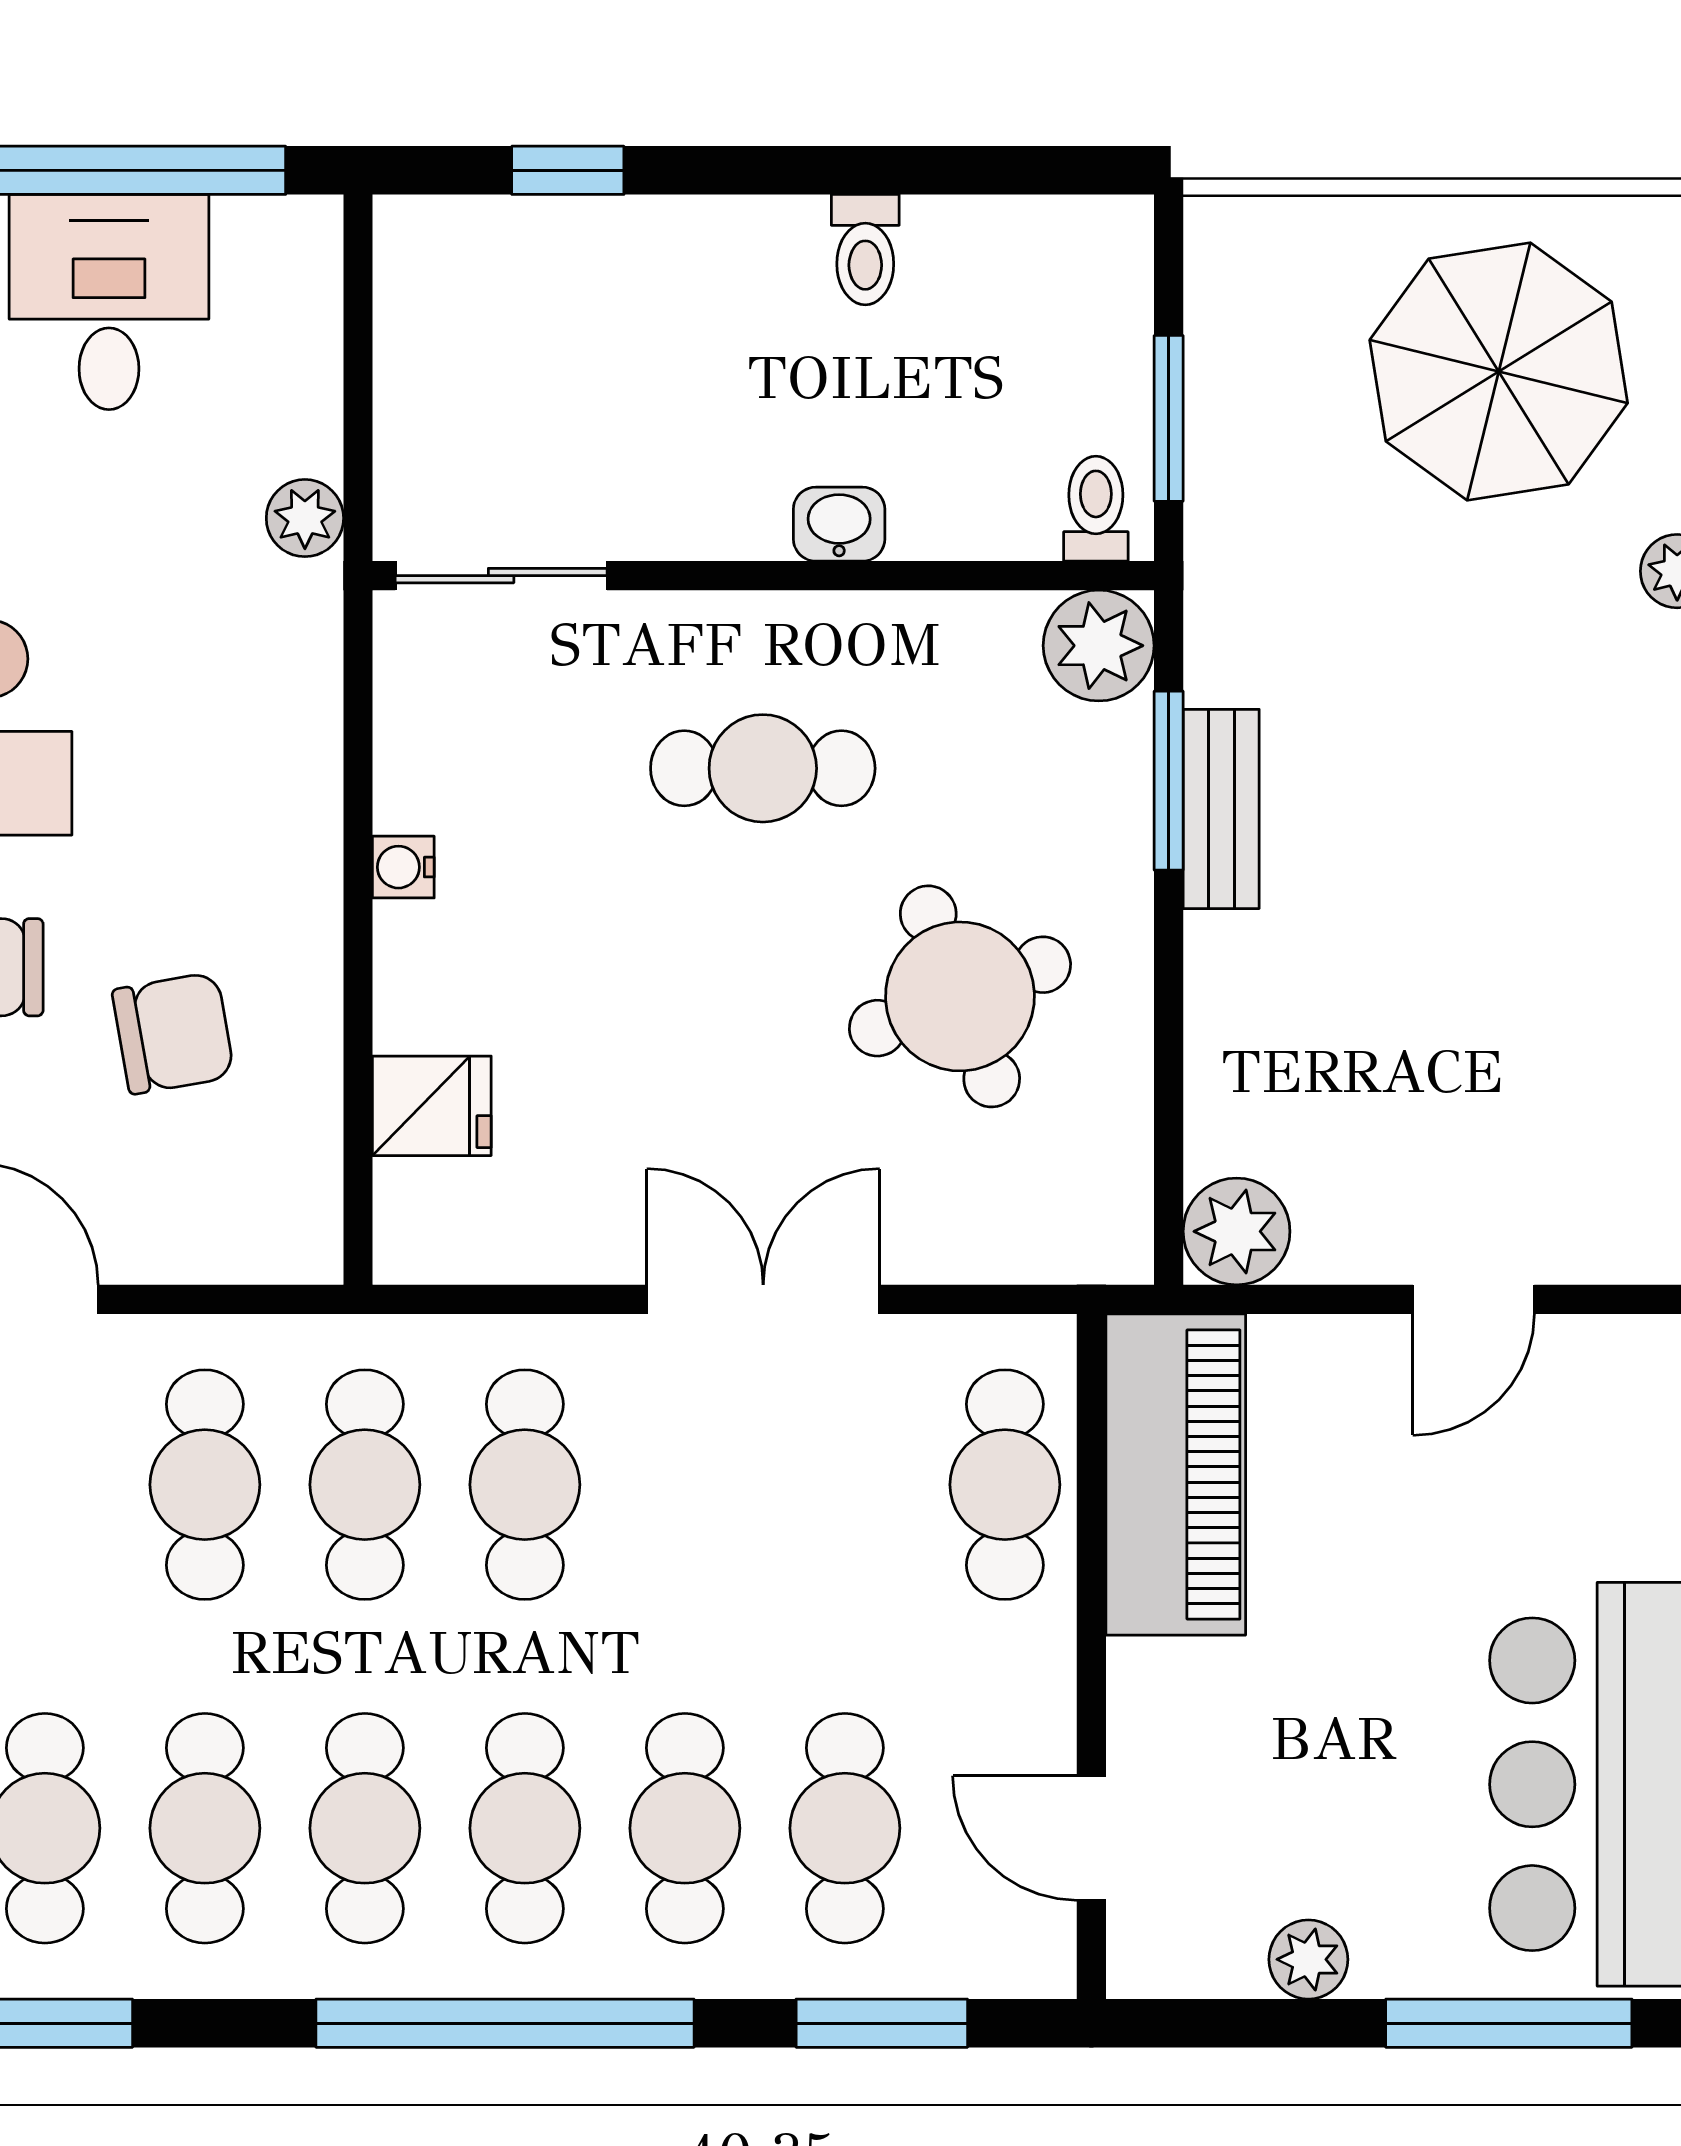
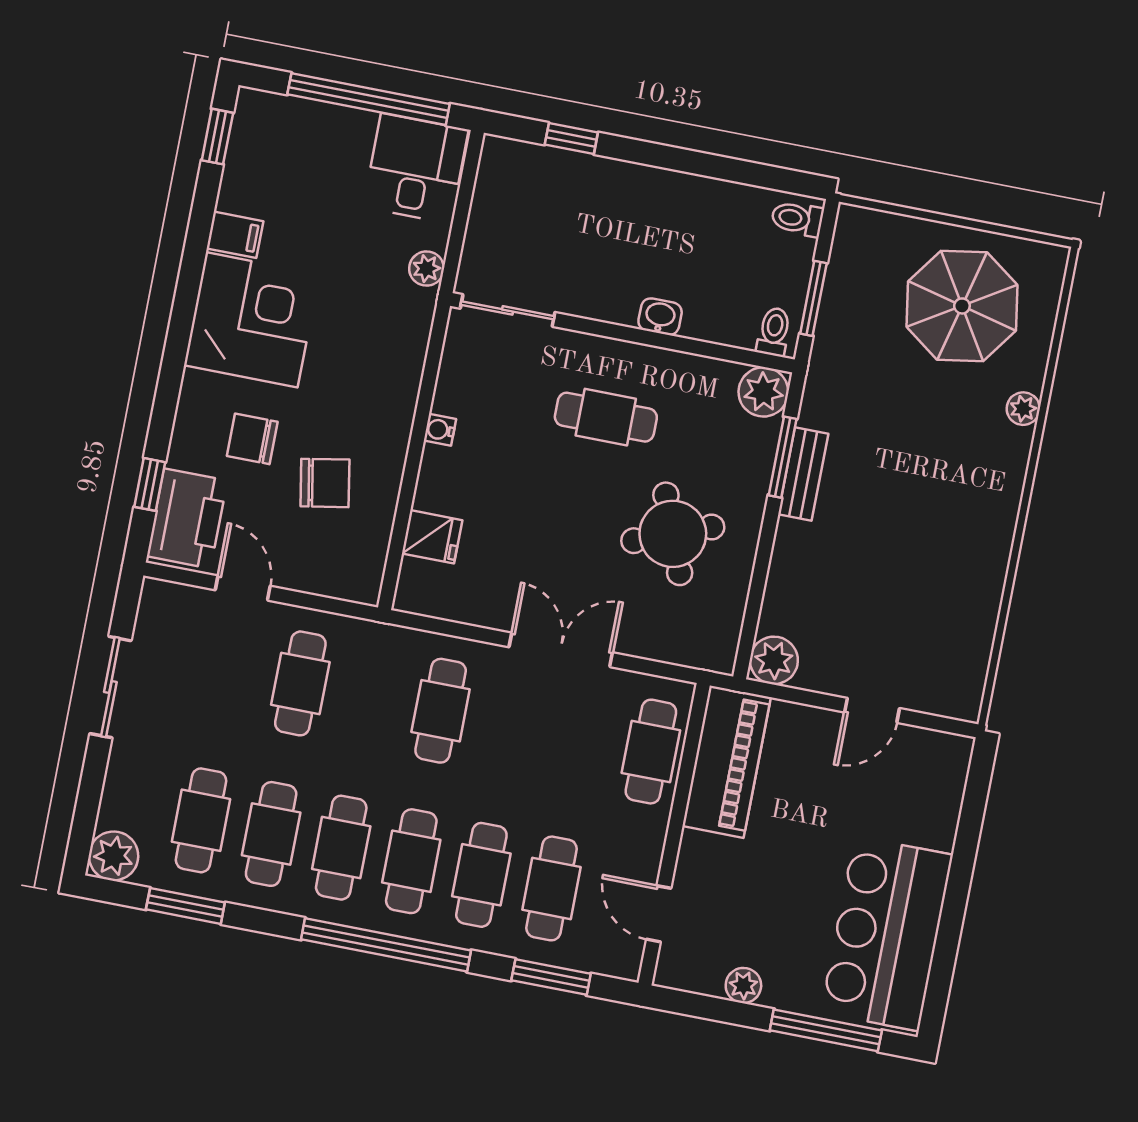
toilet: (865, 250) -> (797, 219), moved, turned 90
desk: (109, 302) -> (416, 168), moved
cafe table: (365, 1485) -> (370, 697), removed

